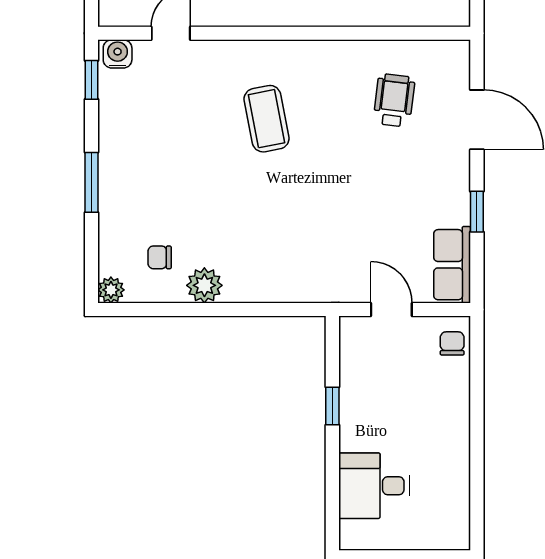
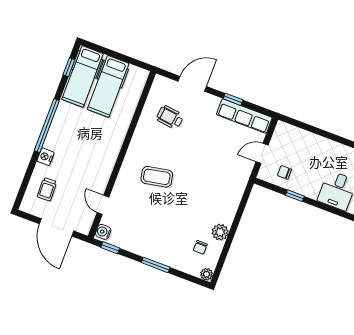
row of seats: (452, 265) -> (244, 116), width x1.48
chair: (452, 343) -> (284, 172), moved

